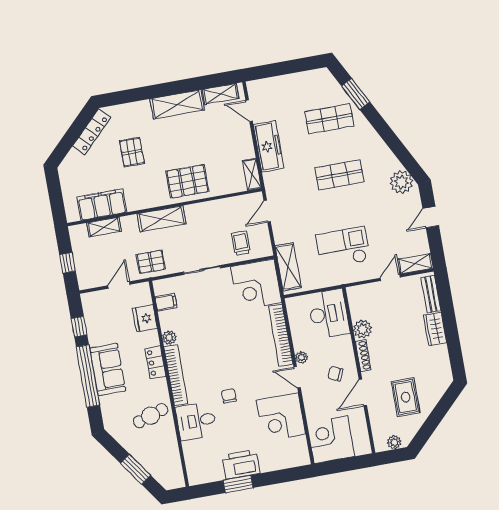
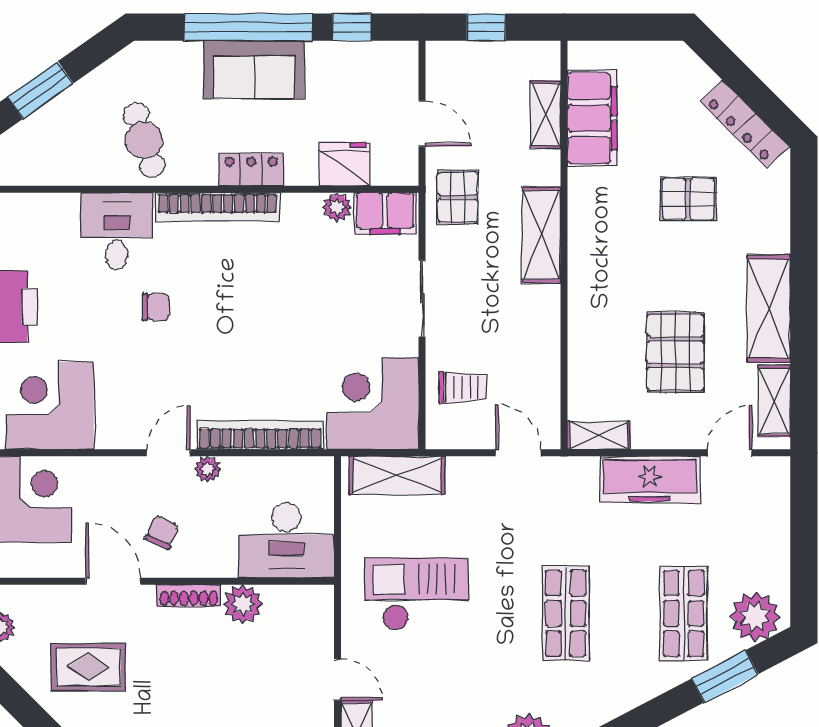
plant: (325, 85) -> (755, 617), added
pallet: (187, 181) -> (675, 352), moved
checkout: (343, 247) -> (416, 594), turned -90
filing cabinet: (166, 302) -> (385, 213), width x2.00
plant: (169, 338) -> (337, 207), moved
corner desk: (281, 417) -> (50, 406), moved

